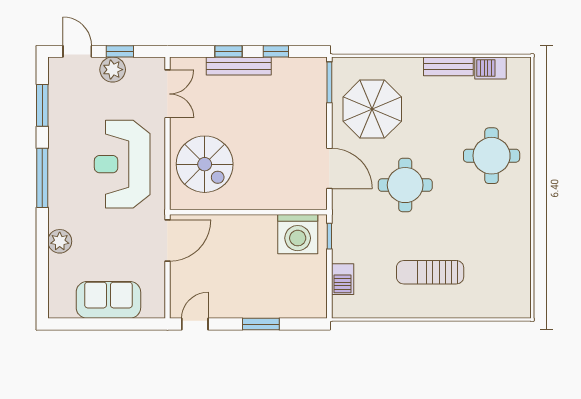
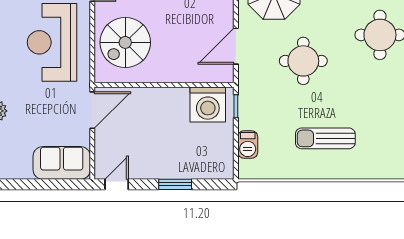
spiral stairs: (205, 164) -> (125, 42), turned 90
door: (329, 168) -> (236, 46), swing flipped
sofa: (108, 300) -> (62, 163), moved

